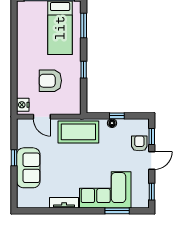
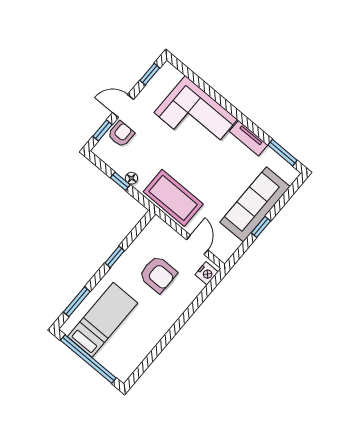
armchair: (139, 143) -> (121, 134), turned 180
sofa: (28, 168) -> (255, 204), width x1.36
window: (117, 211) -> (283, 153), moved

